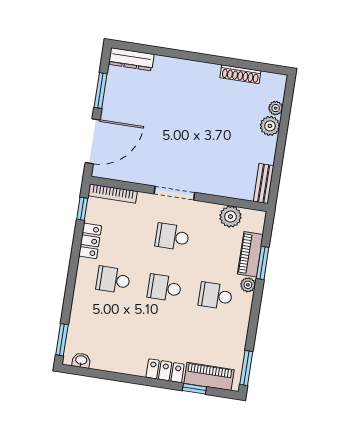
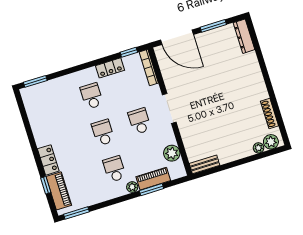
plant: (270, 126) -> (271, 142), moved
washbasin: (81, 360) -> (28, 101), removed

